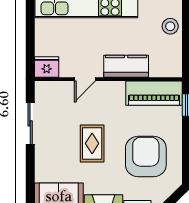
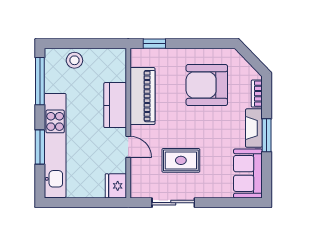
piano: (154, 93) -> (143, 96), moved
rug: (92, 143) -> (181, 160), moved

